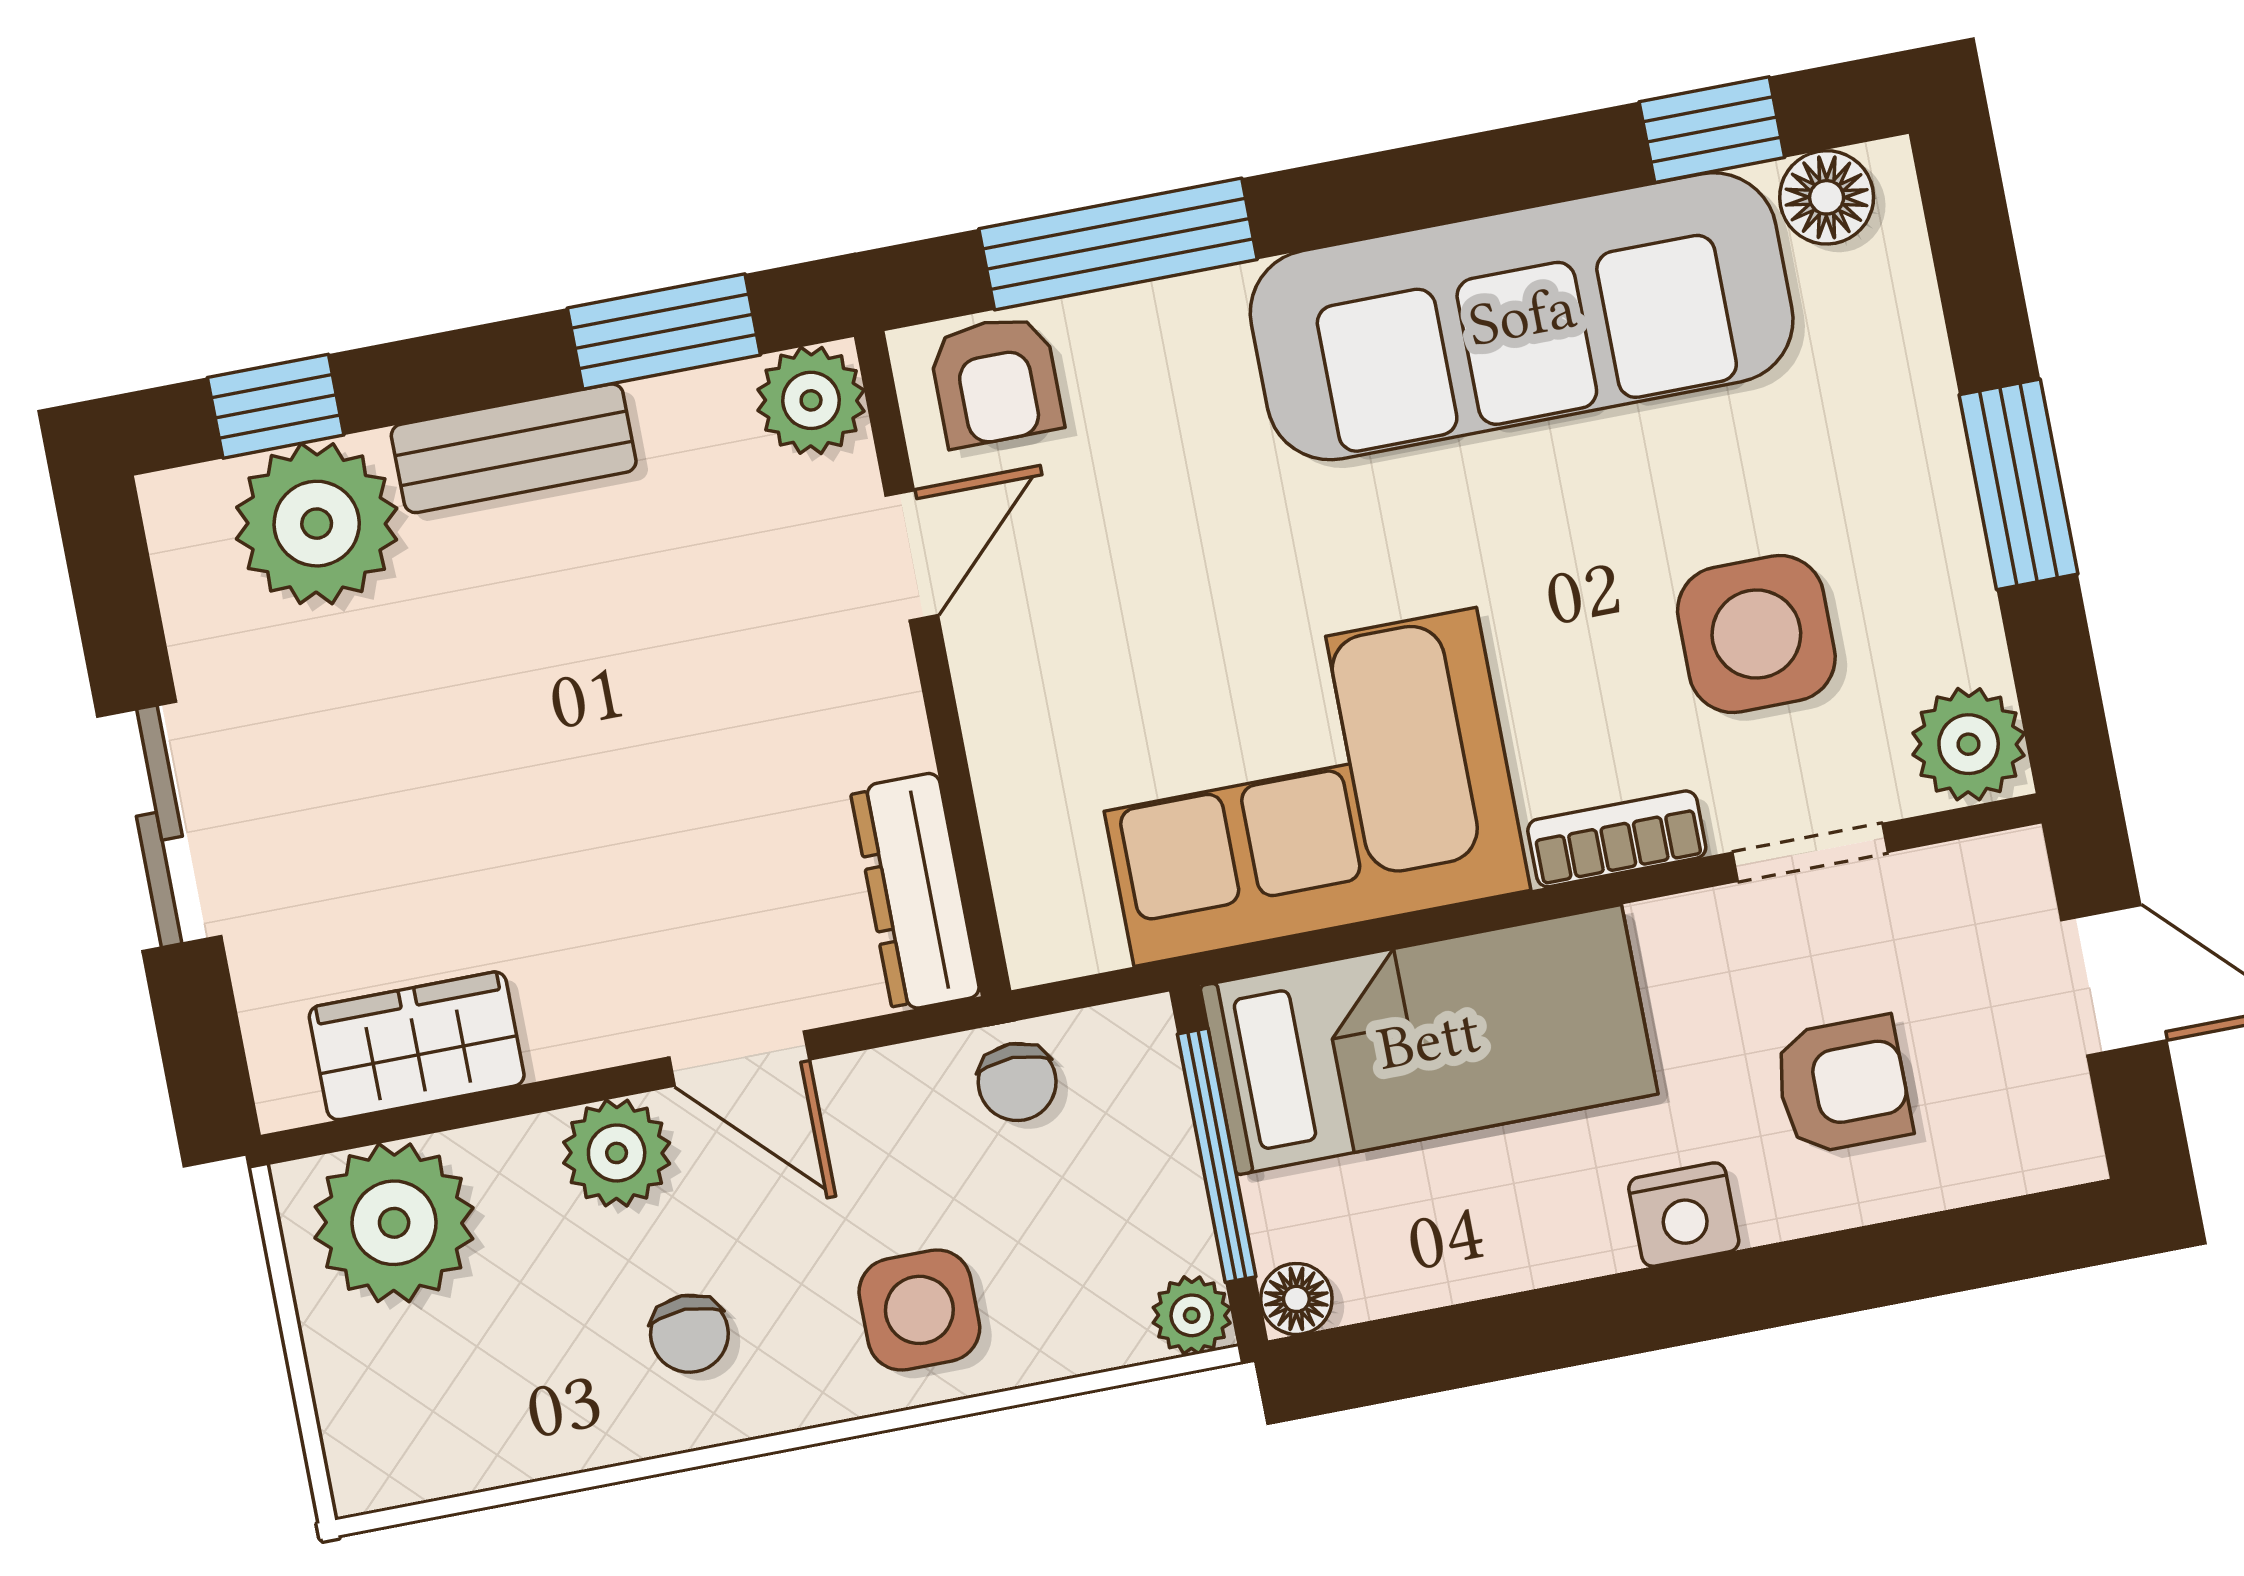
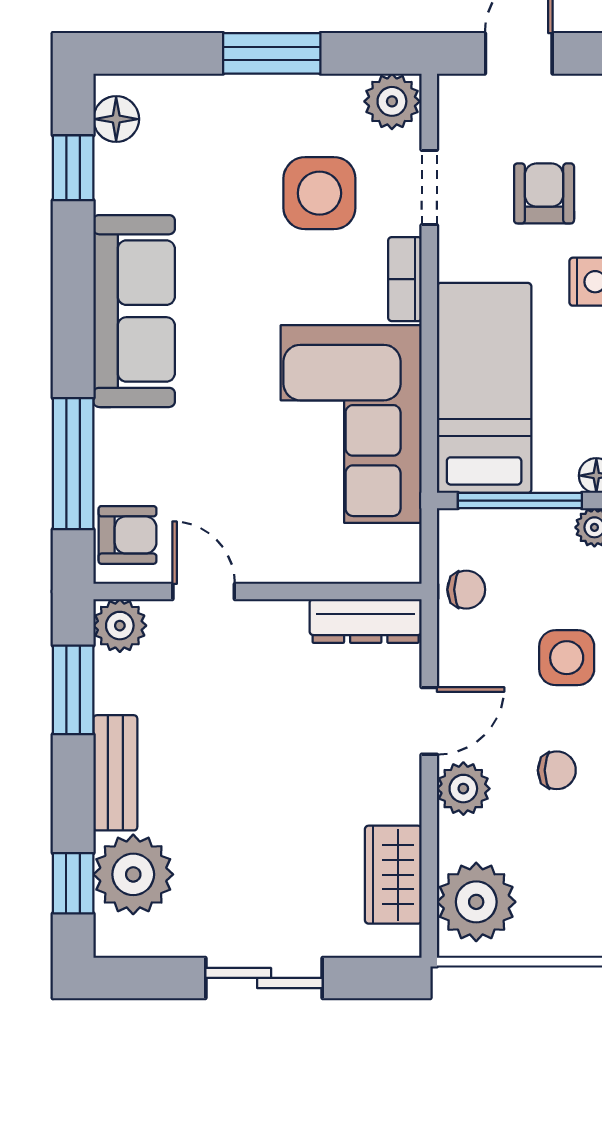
sofa: (1522, 316) -> (134, 311), width x0.74, depth x0.79

